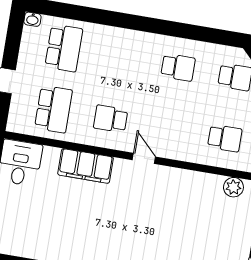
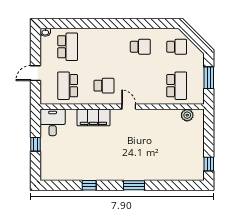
school desk: (53, 109) -> (68, 86), turned 180
school desk: (111, 119) -> (104, 86), turned 180
school desk: (225, 138) -> (177, 86), width x1.85

